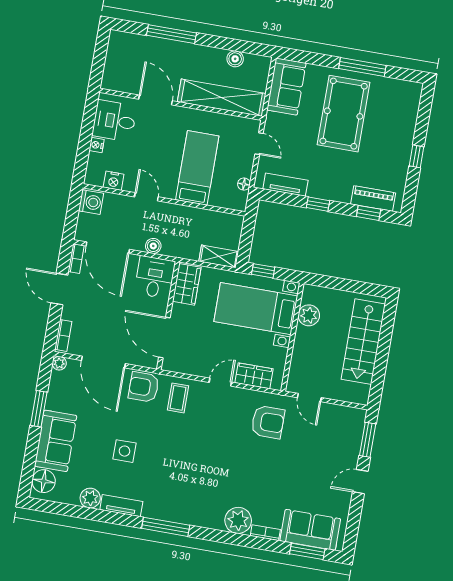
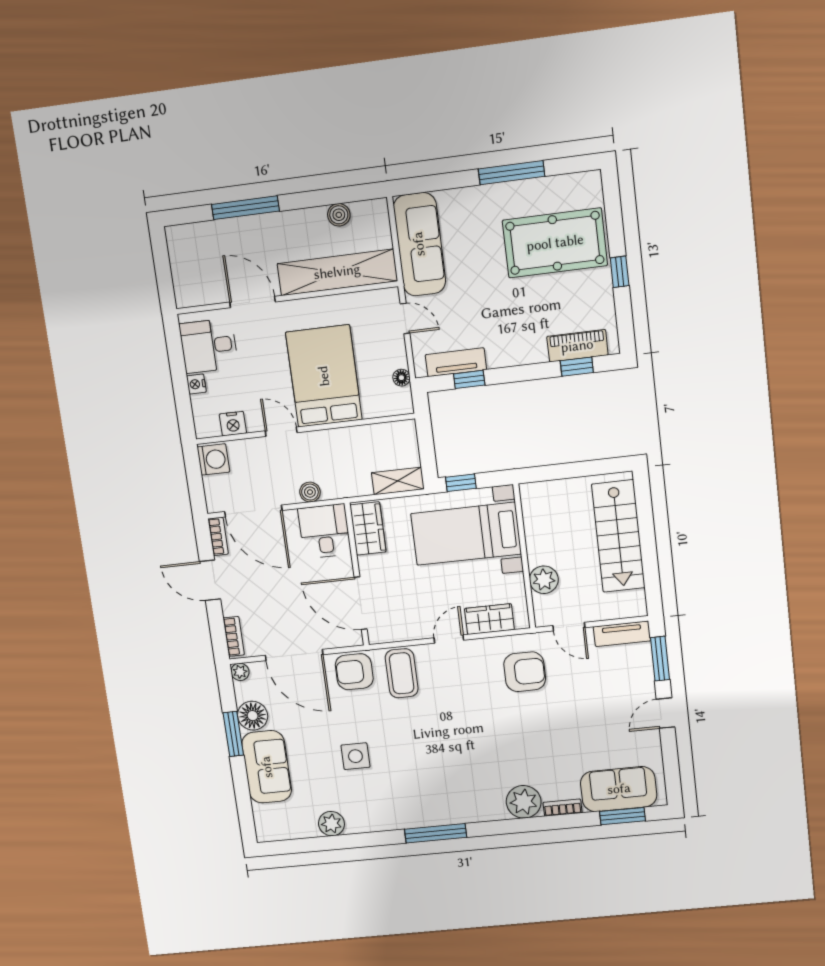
sofa: (286, 86) -> (419, 244), width x1.36
pool table: (344, 114) -> (555, 243), moved, turned 90
bed: (197, 168) -> (324, 376), width x1.50
window: (318, 204) -> (469, 379), moved
plant: (309, 315) -> (544, 580), moved
coffee table: (178, 398) -> (402, 673), width x1.36, depth x1.30
floor lamp: (44, 481) -> (253, 716), moved
tv unit: (121, 506) -> (622, 634), moved, turned 180

